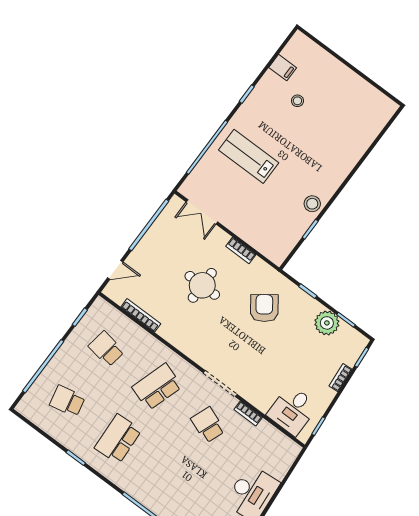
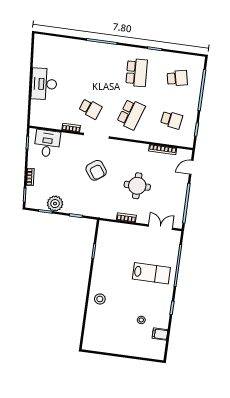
stool: (312, 204) -> (100, 299), moved
armchair: (264, 308) -> (96, 170), moved

